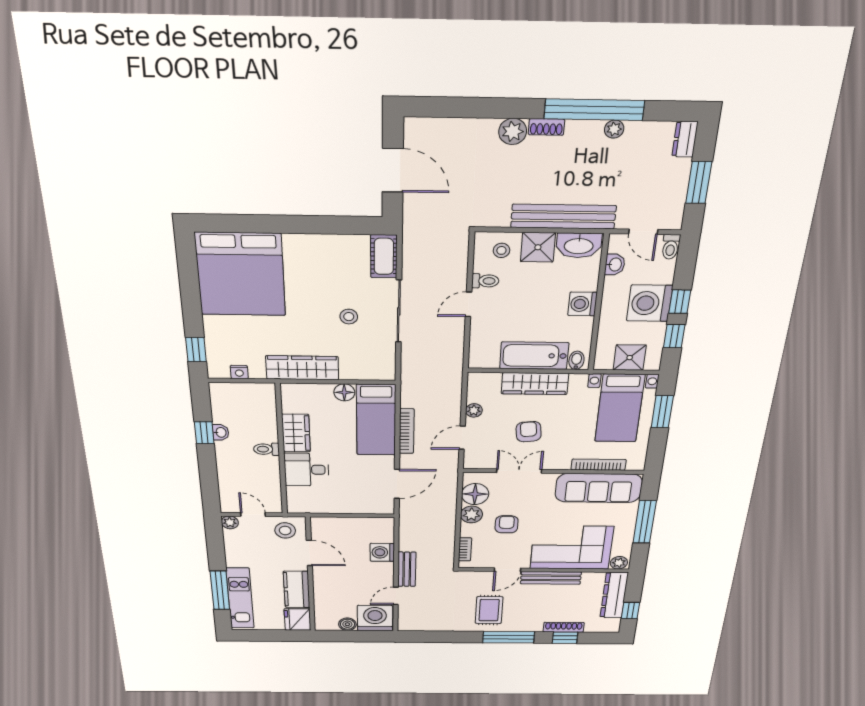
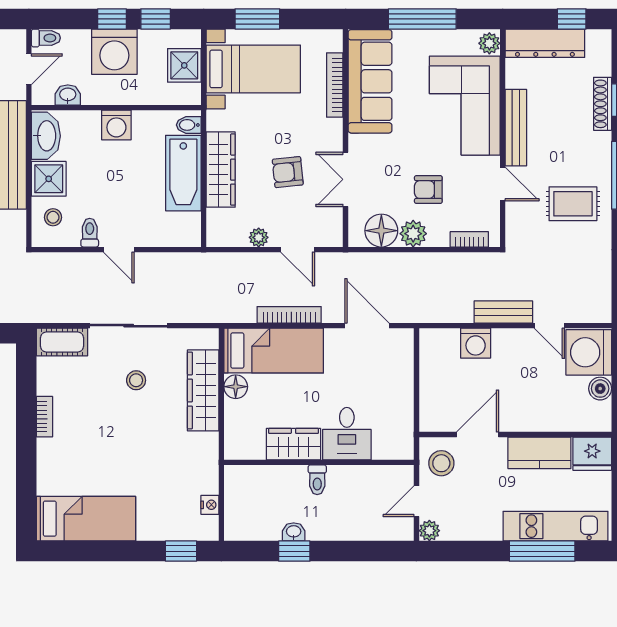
bookcase: (313, 240) -> (45, 417), added
bed: (241, 274) -> (86, 519), width x0.49
wardrobe: (302, 368) -> (203, 390), moved

